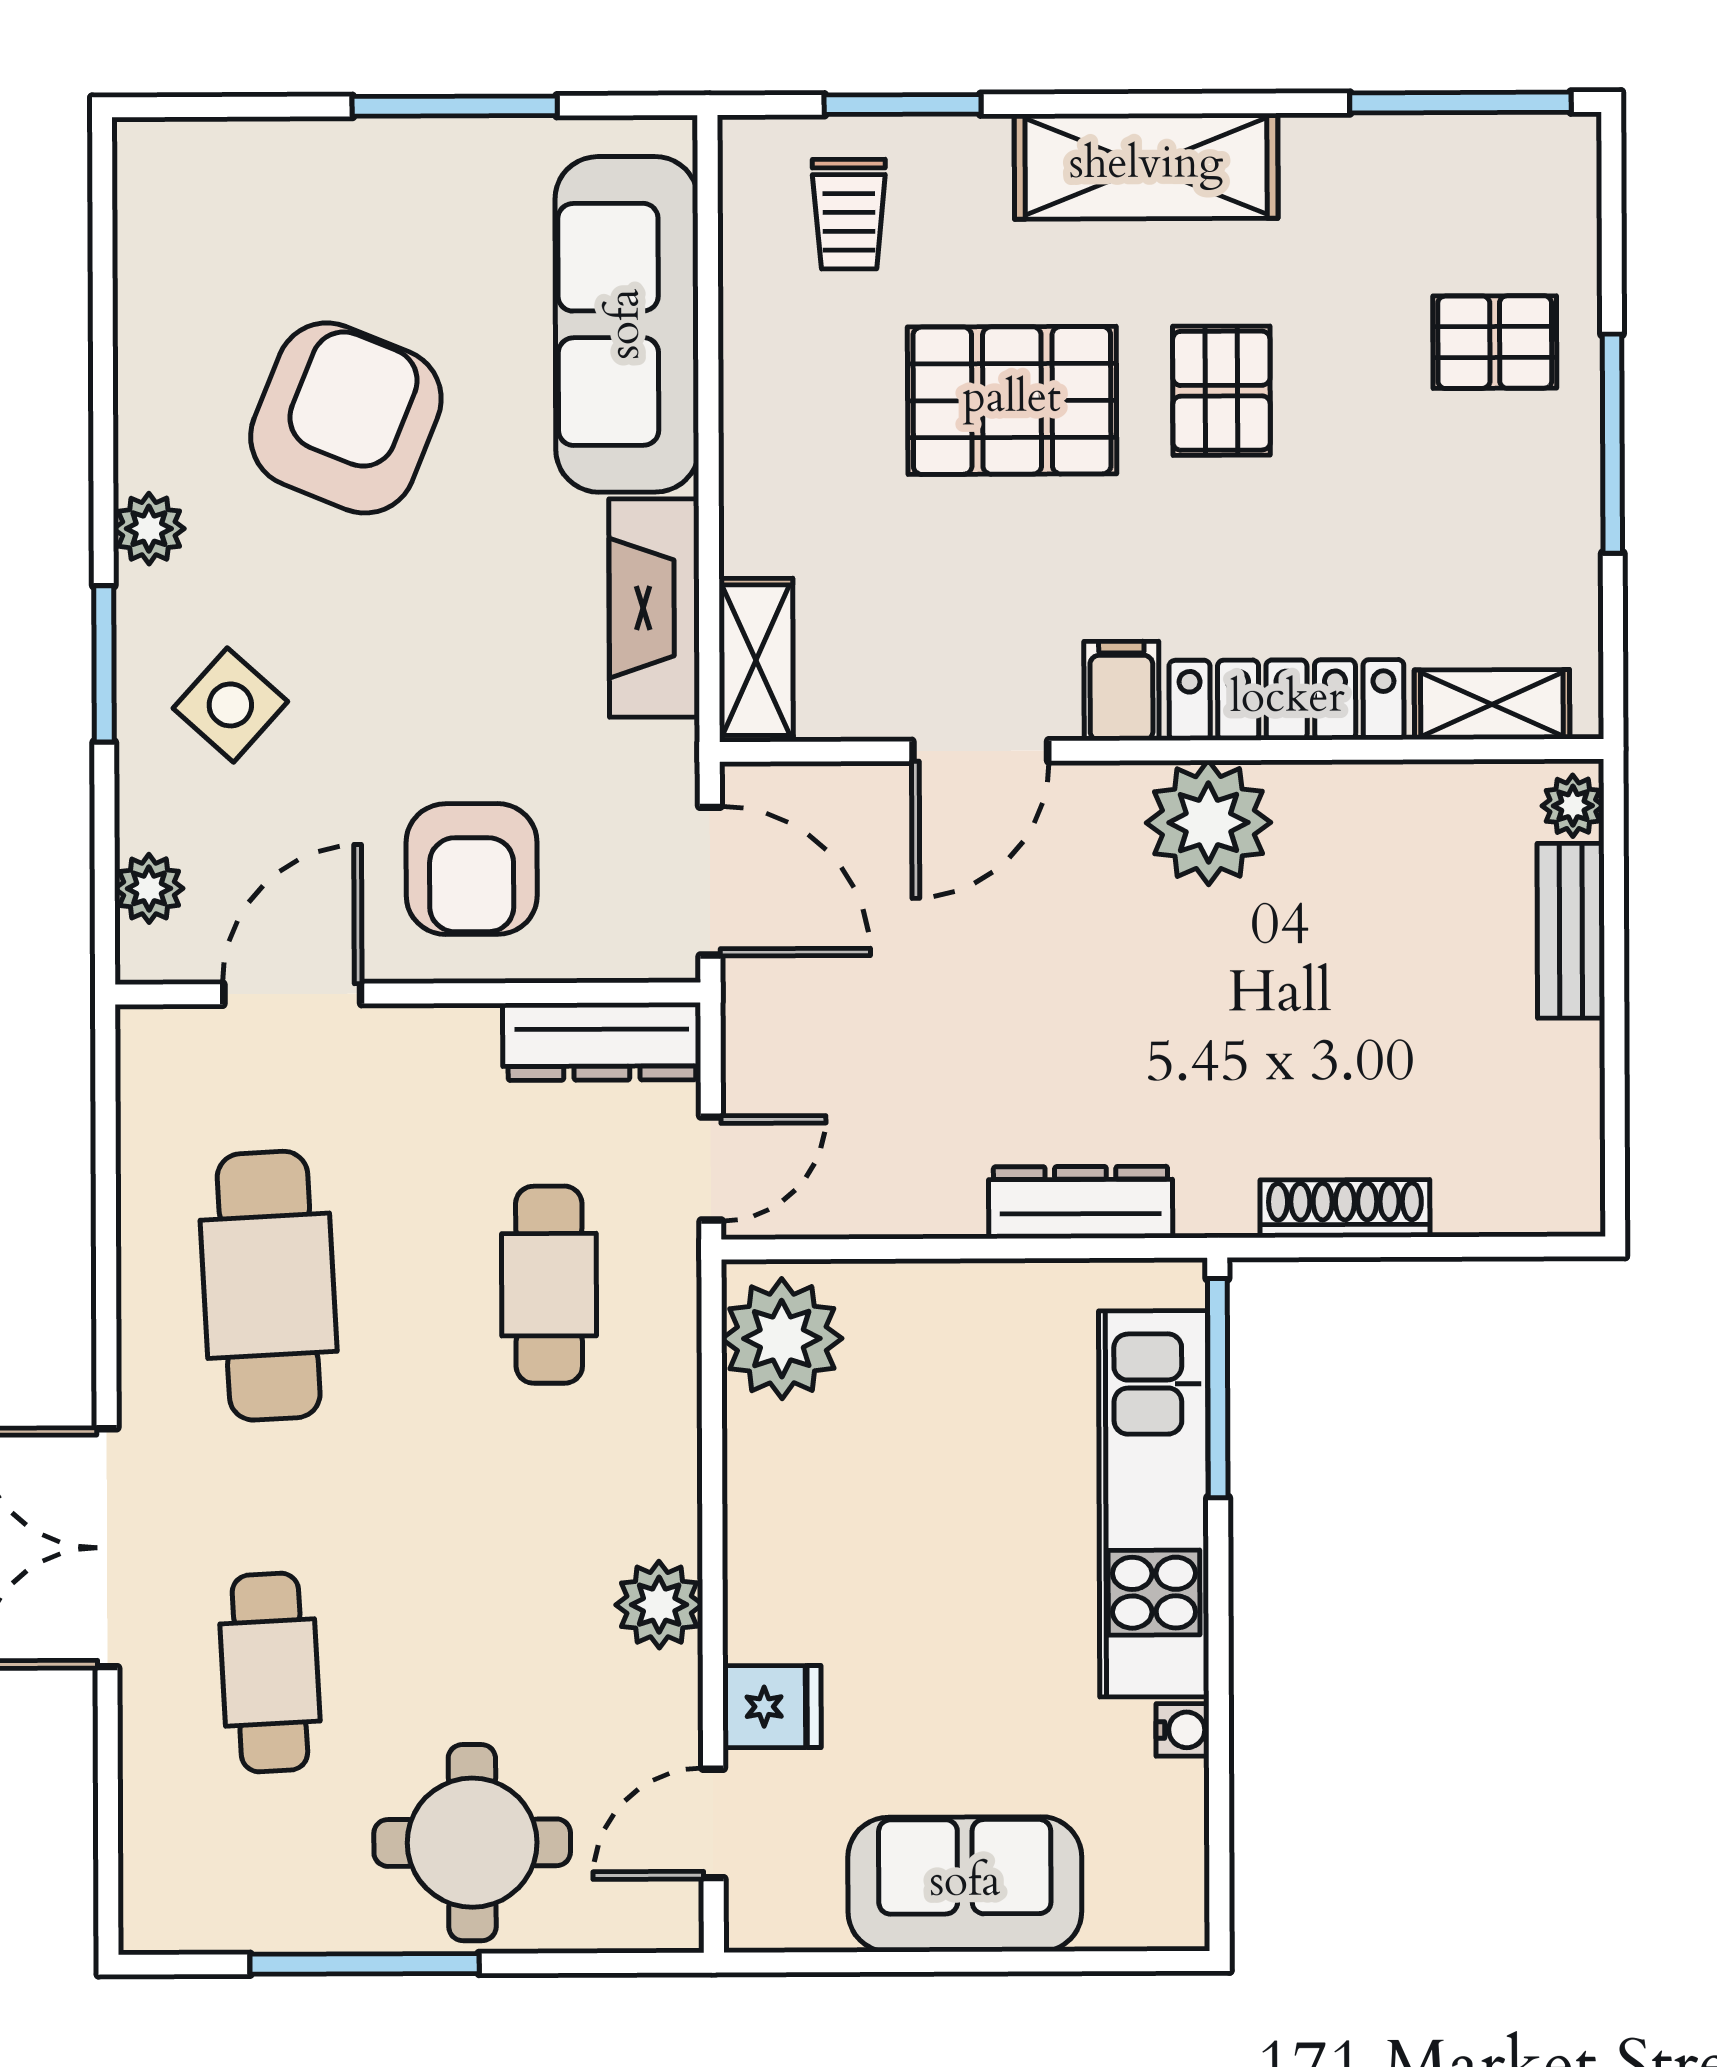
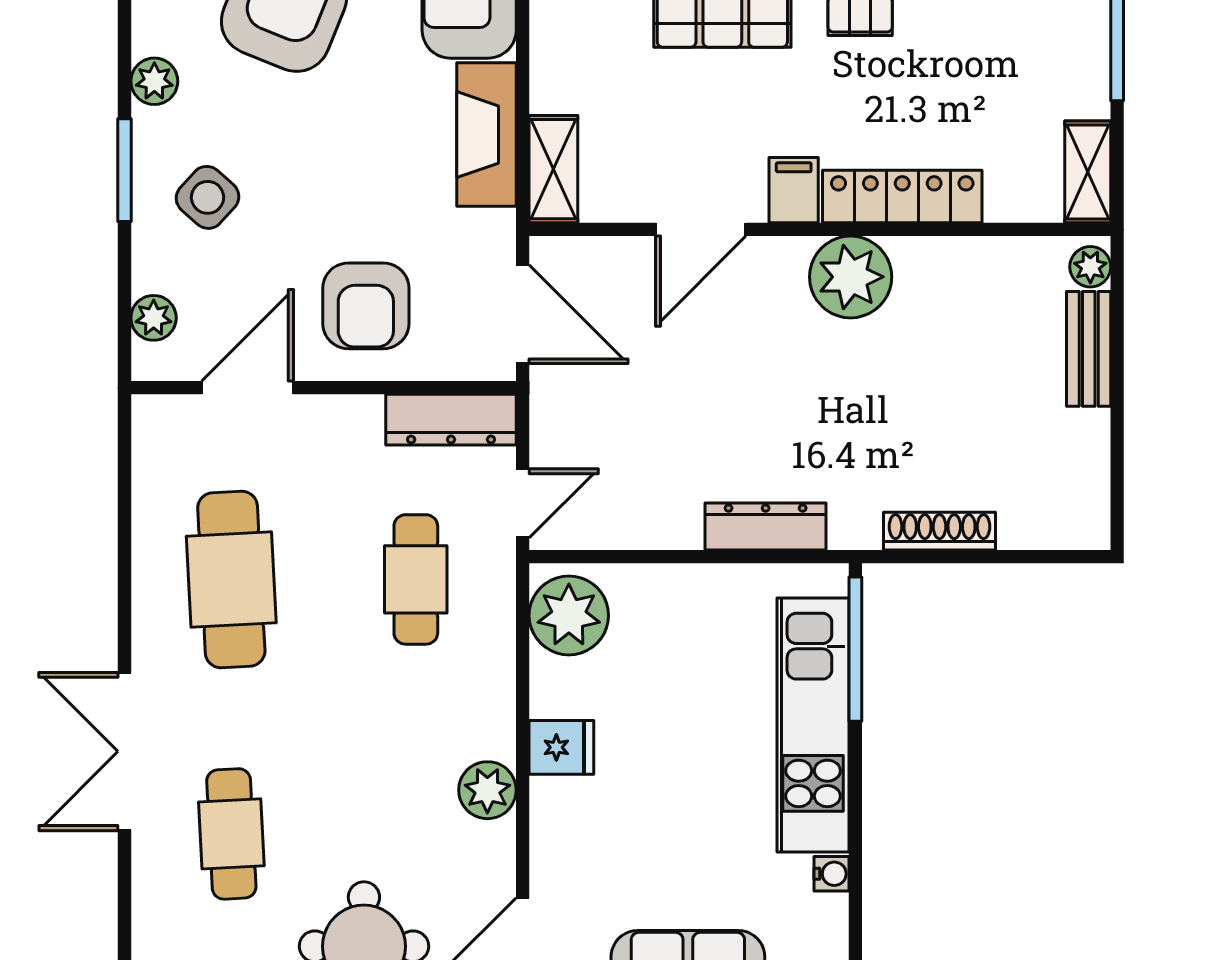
shelving: (1492, 704) -> (1088, 172), moved, turned 90
fridge: (772, 1707) -> (561, 747), moved

